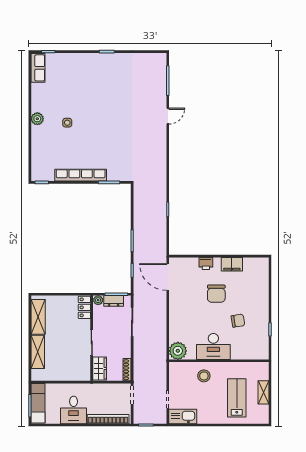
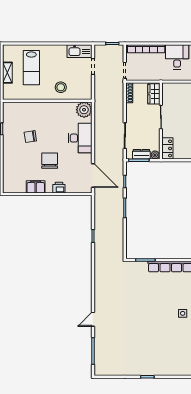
desk: (213, 347) -> (80, 138), moved, turned 90

